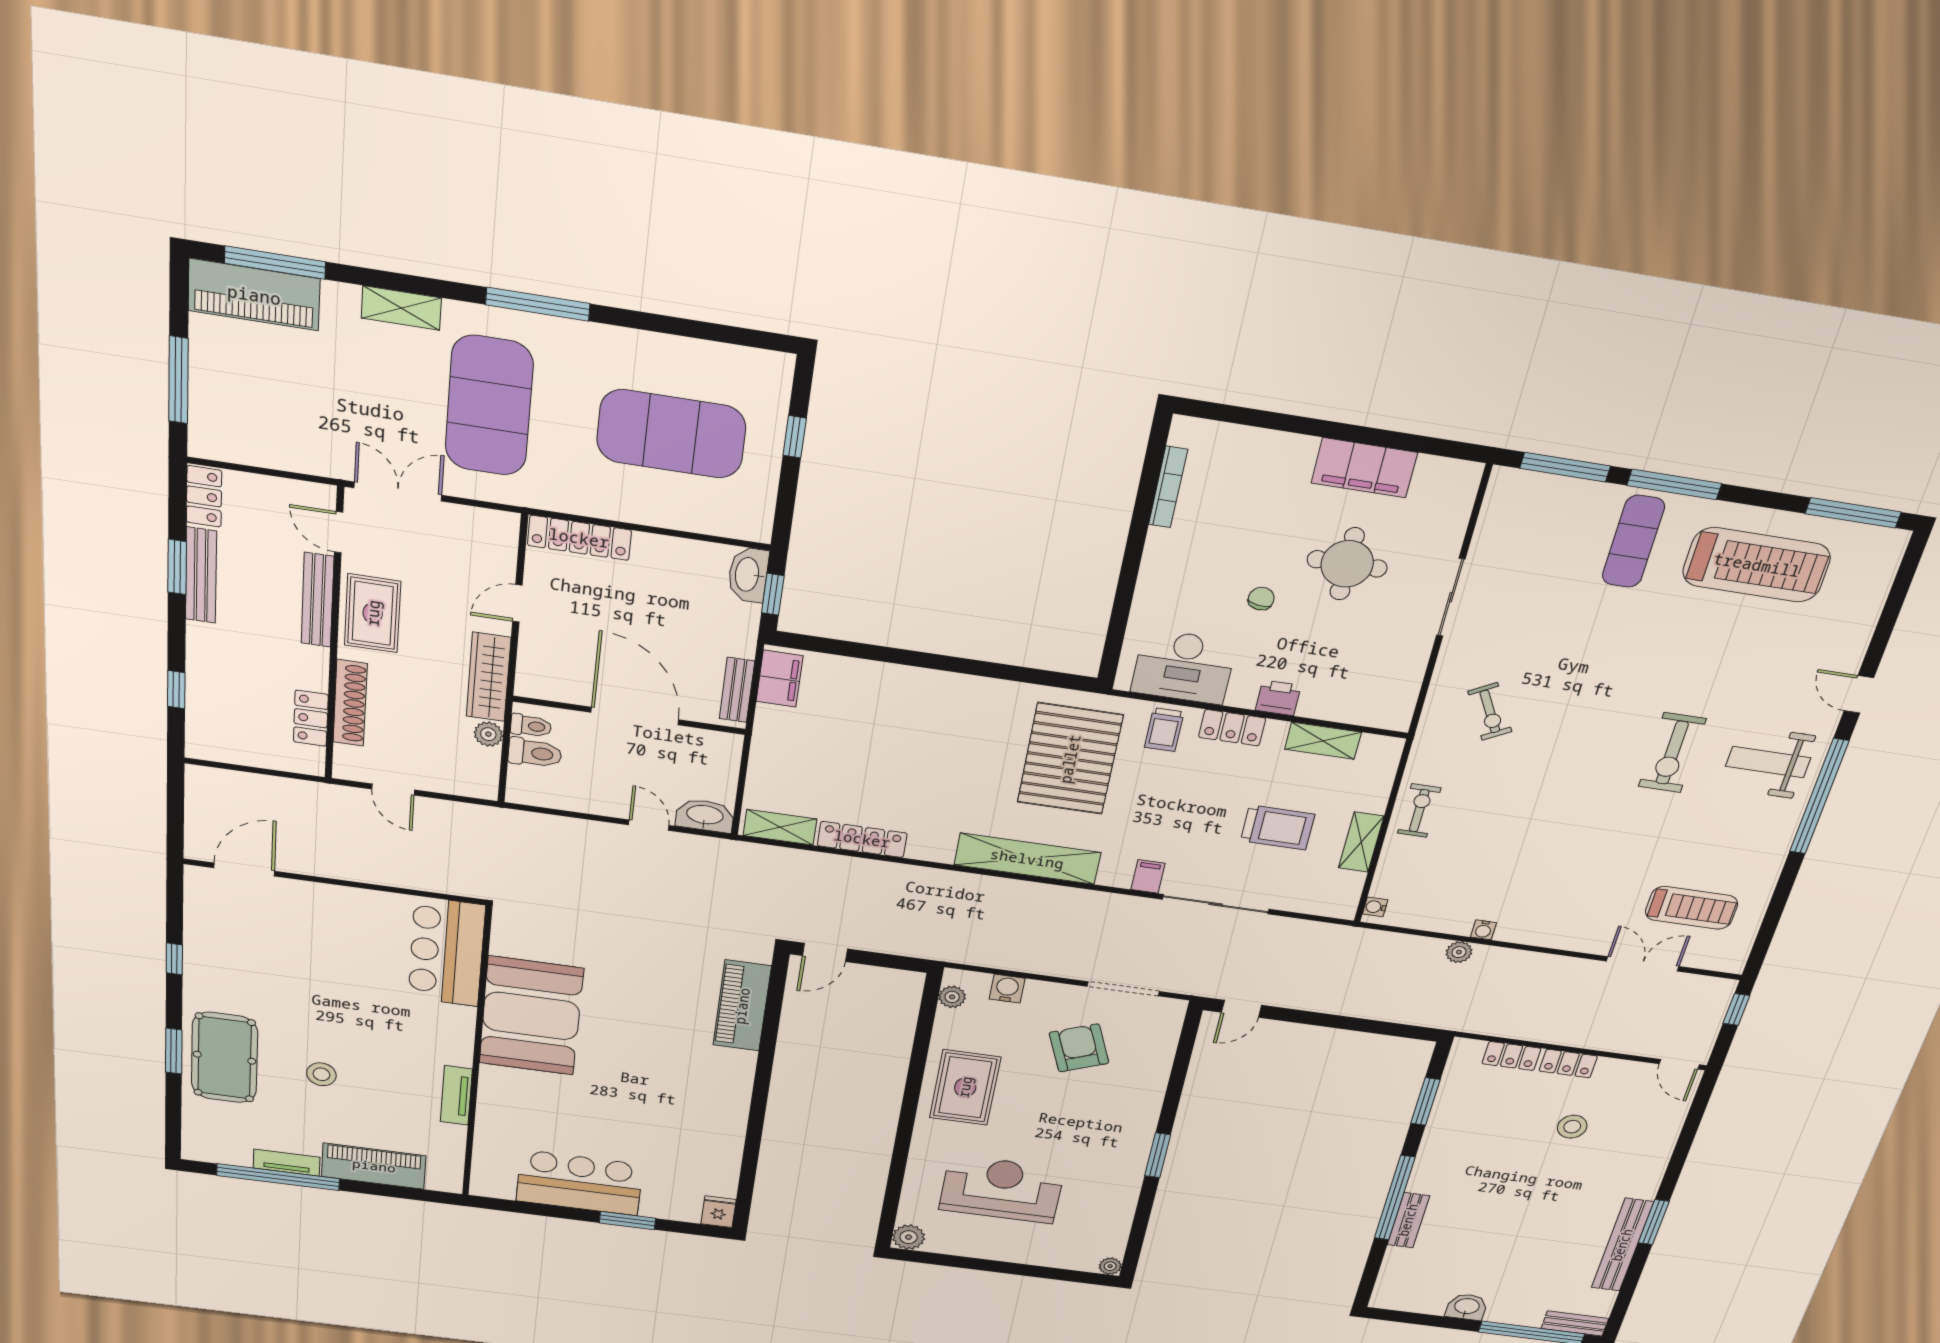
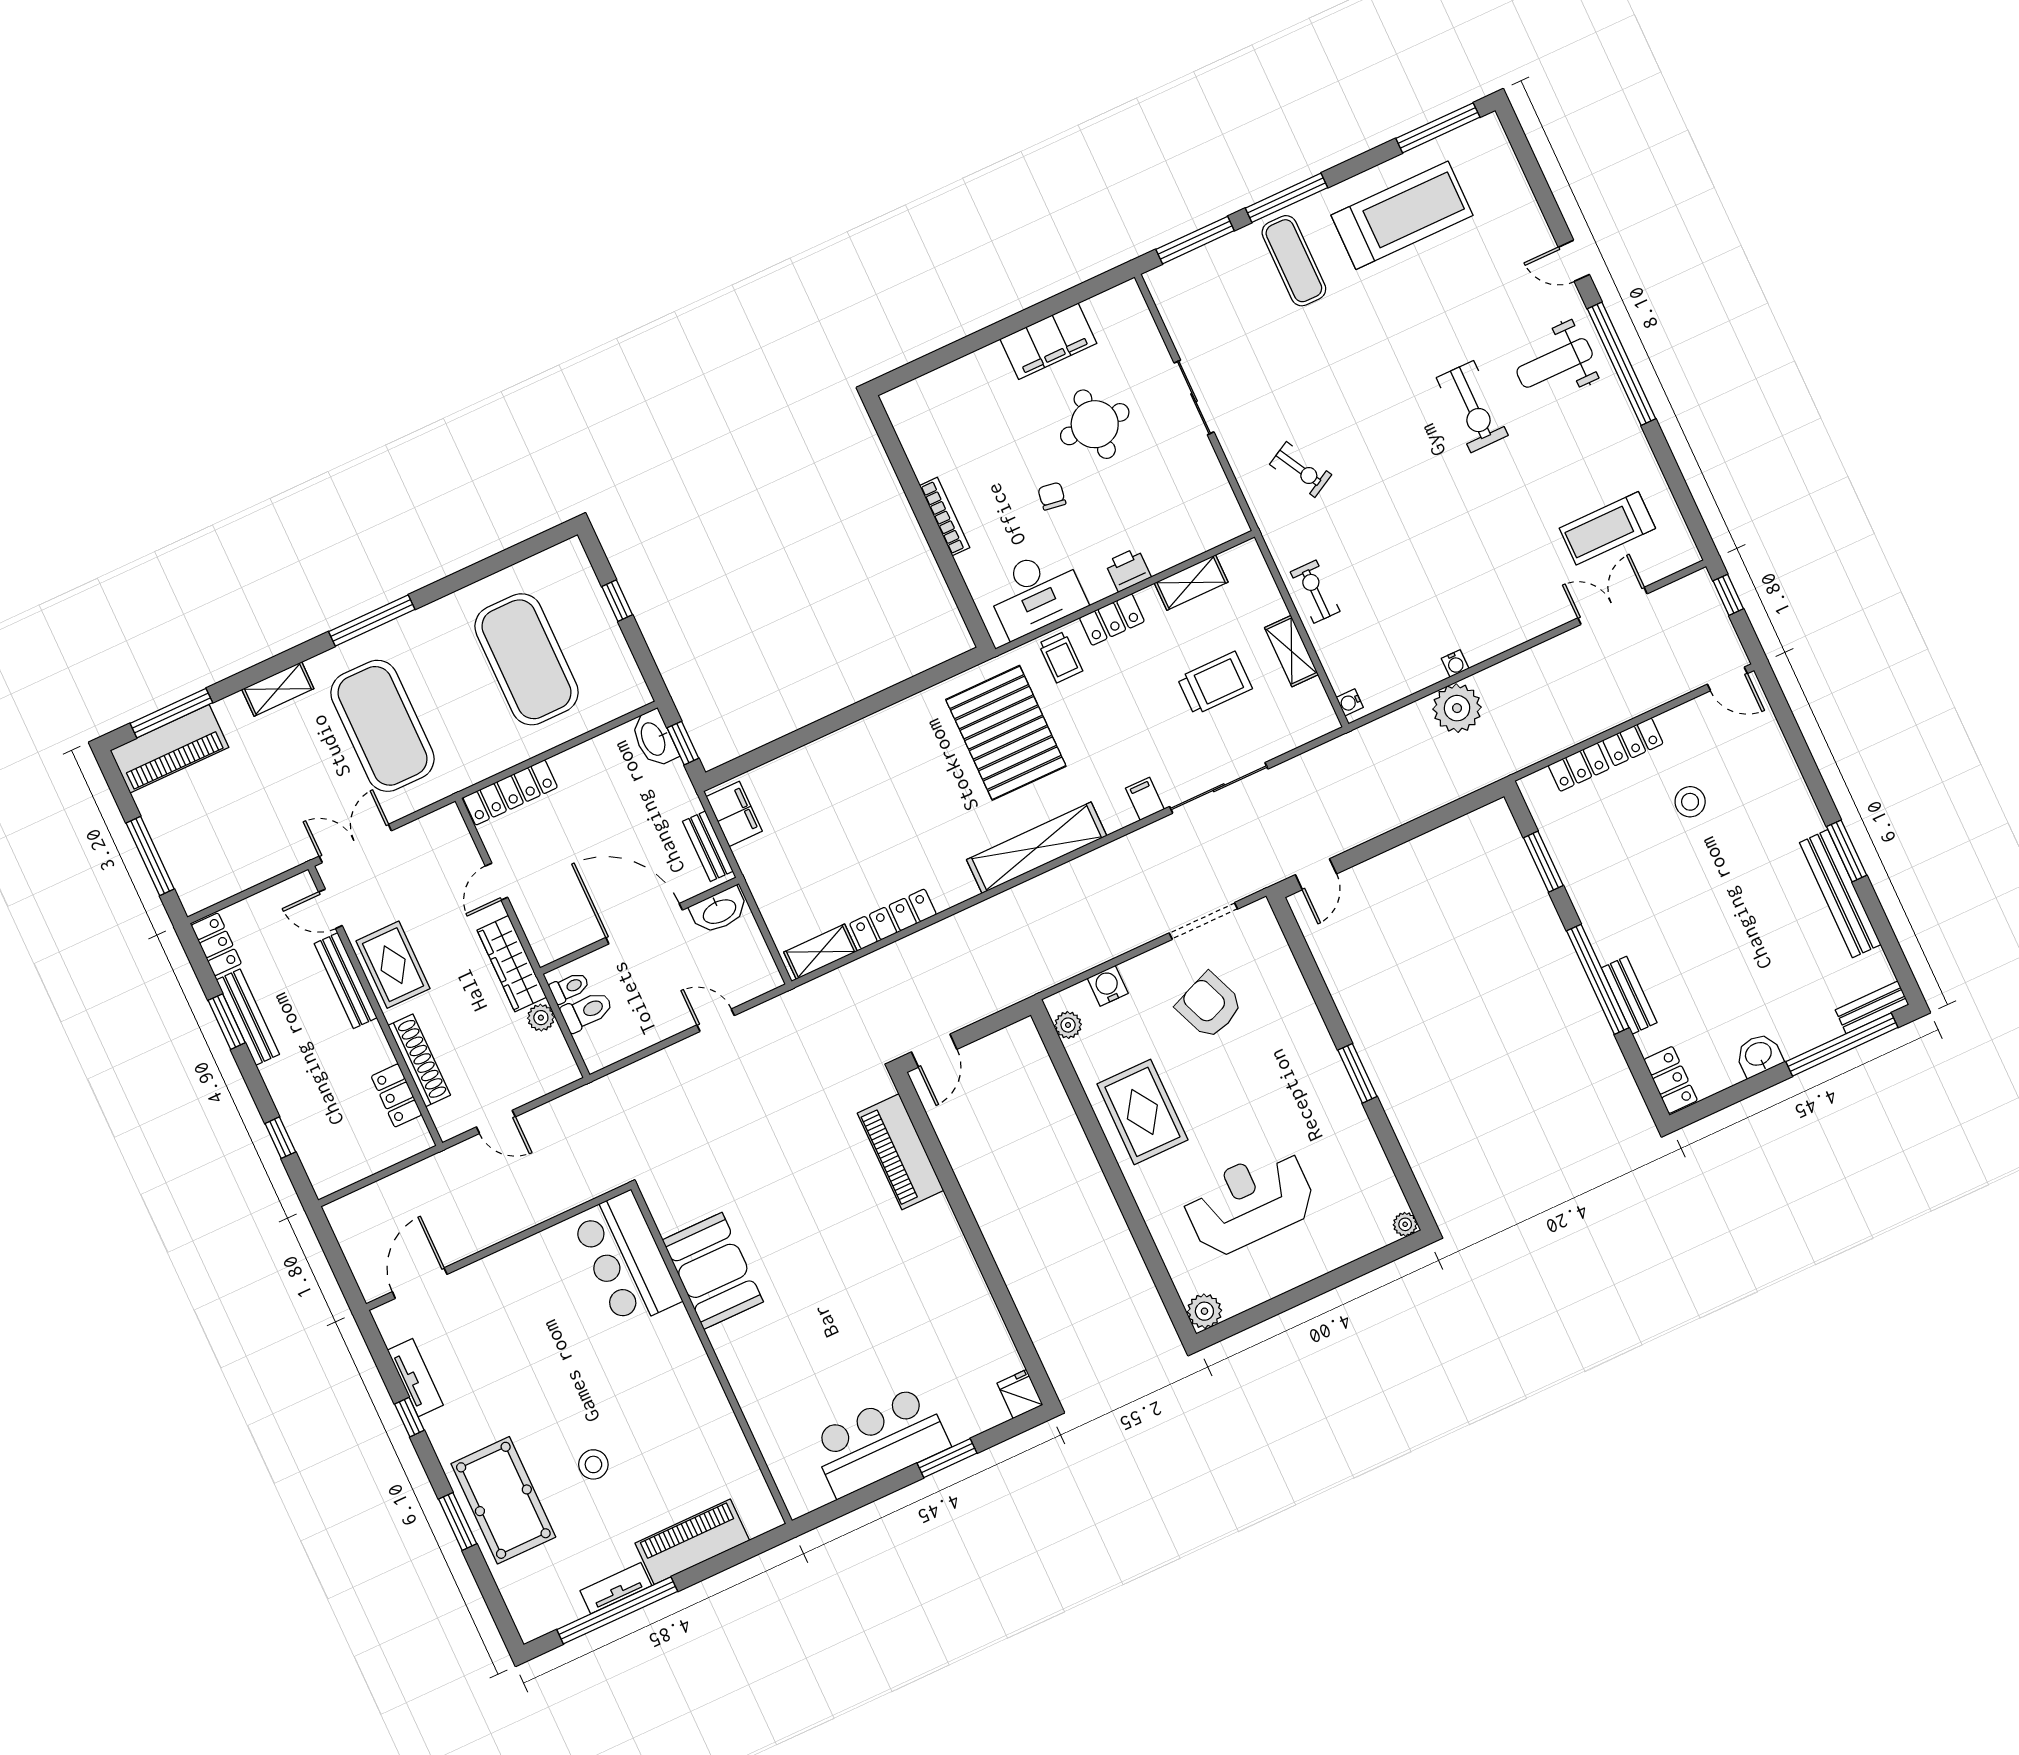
exercise mat: (671, 434) -> (527, 659), turned 90
bookcase: (1168, 487) -> (945, 517), moved
washbasin: (705, 816) -> (719, 911), moved, turned 180
treadmill: (1691, 908) -> (1607, 528), turned 180
plant: (1459, 952) -> (1457, 708), width x1.88, depth x1.88
booth: (531, 1016) -> (713, 1271), width x0.73, depth x0.70
tv unit: (456, 1095) -> (415, 1378), moved, turned 180
locker: (1389, 1287) -> (1671, 1080), added

